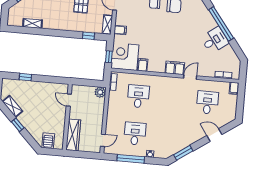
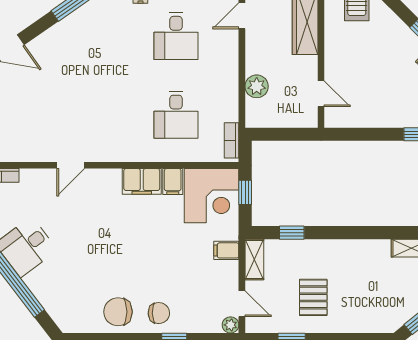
filing cabinet: (175, 68) -> (142, 181), moved
plant: (100, 92) -> (257, 86), moved
desk: (207, 102) -> (30, 115), removed

